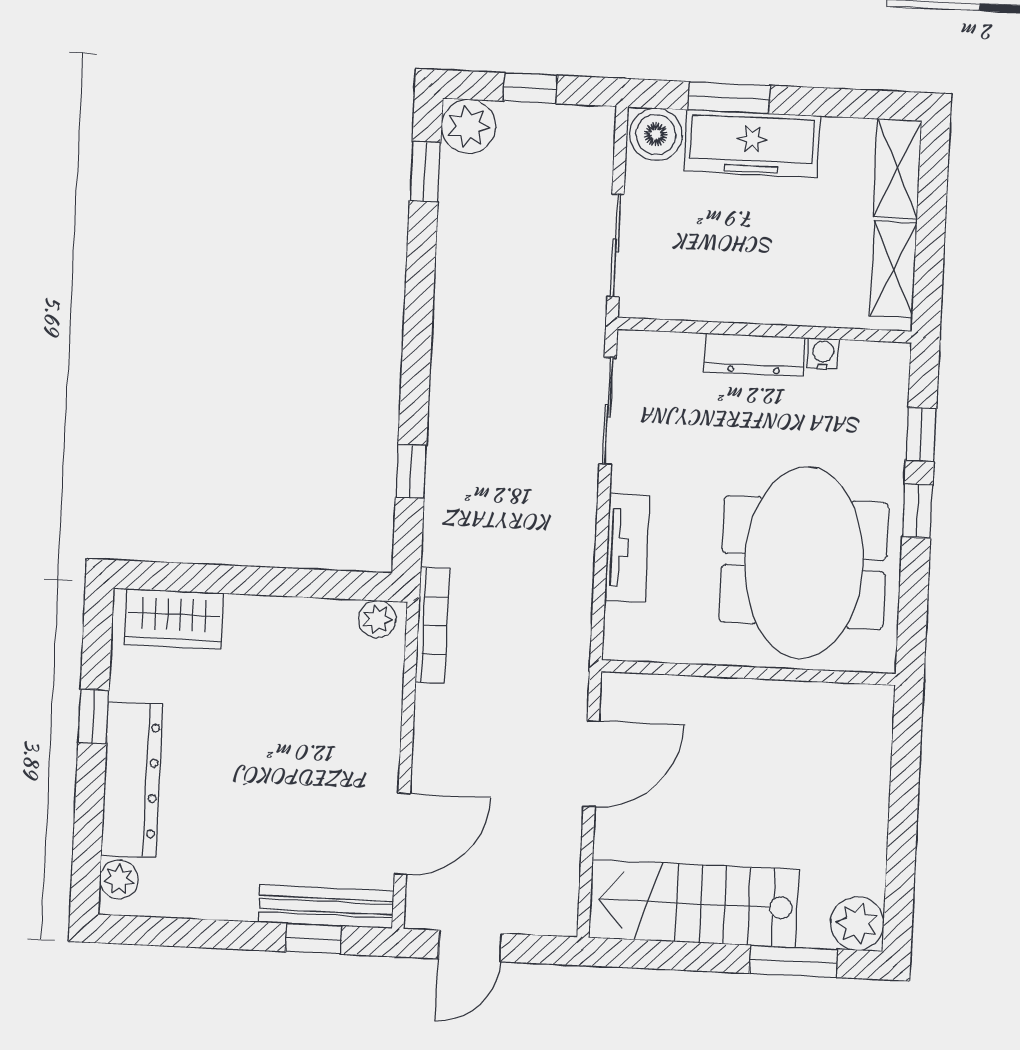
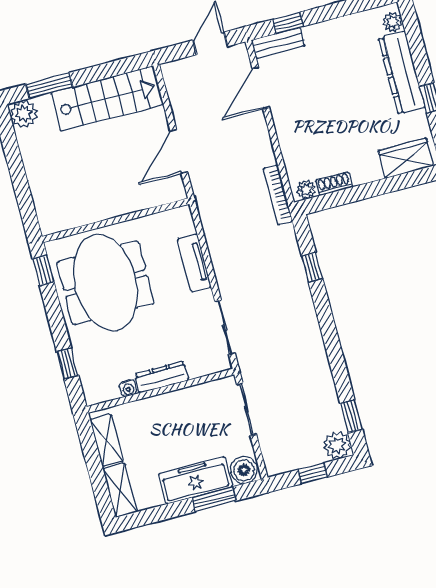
window: (917, 511) -> (43, 270), moved
shoe rack: (322, 614) -> (334, 184), added
bench: (326, 907) -> (278, 43), width x0.73

